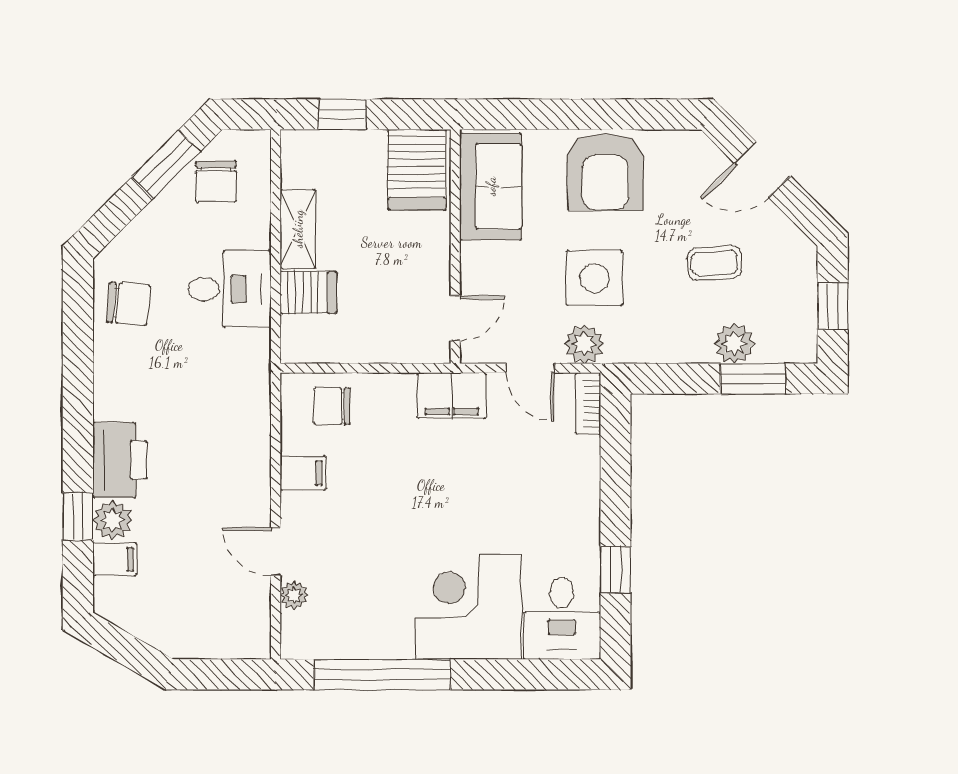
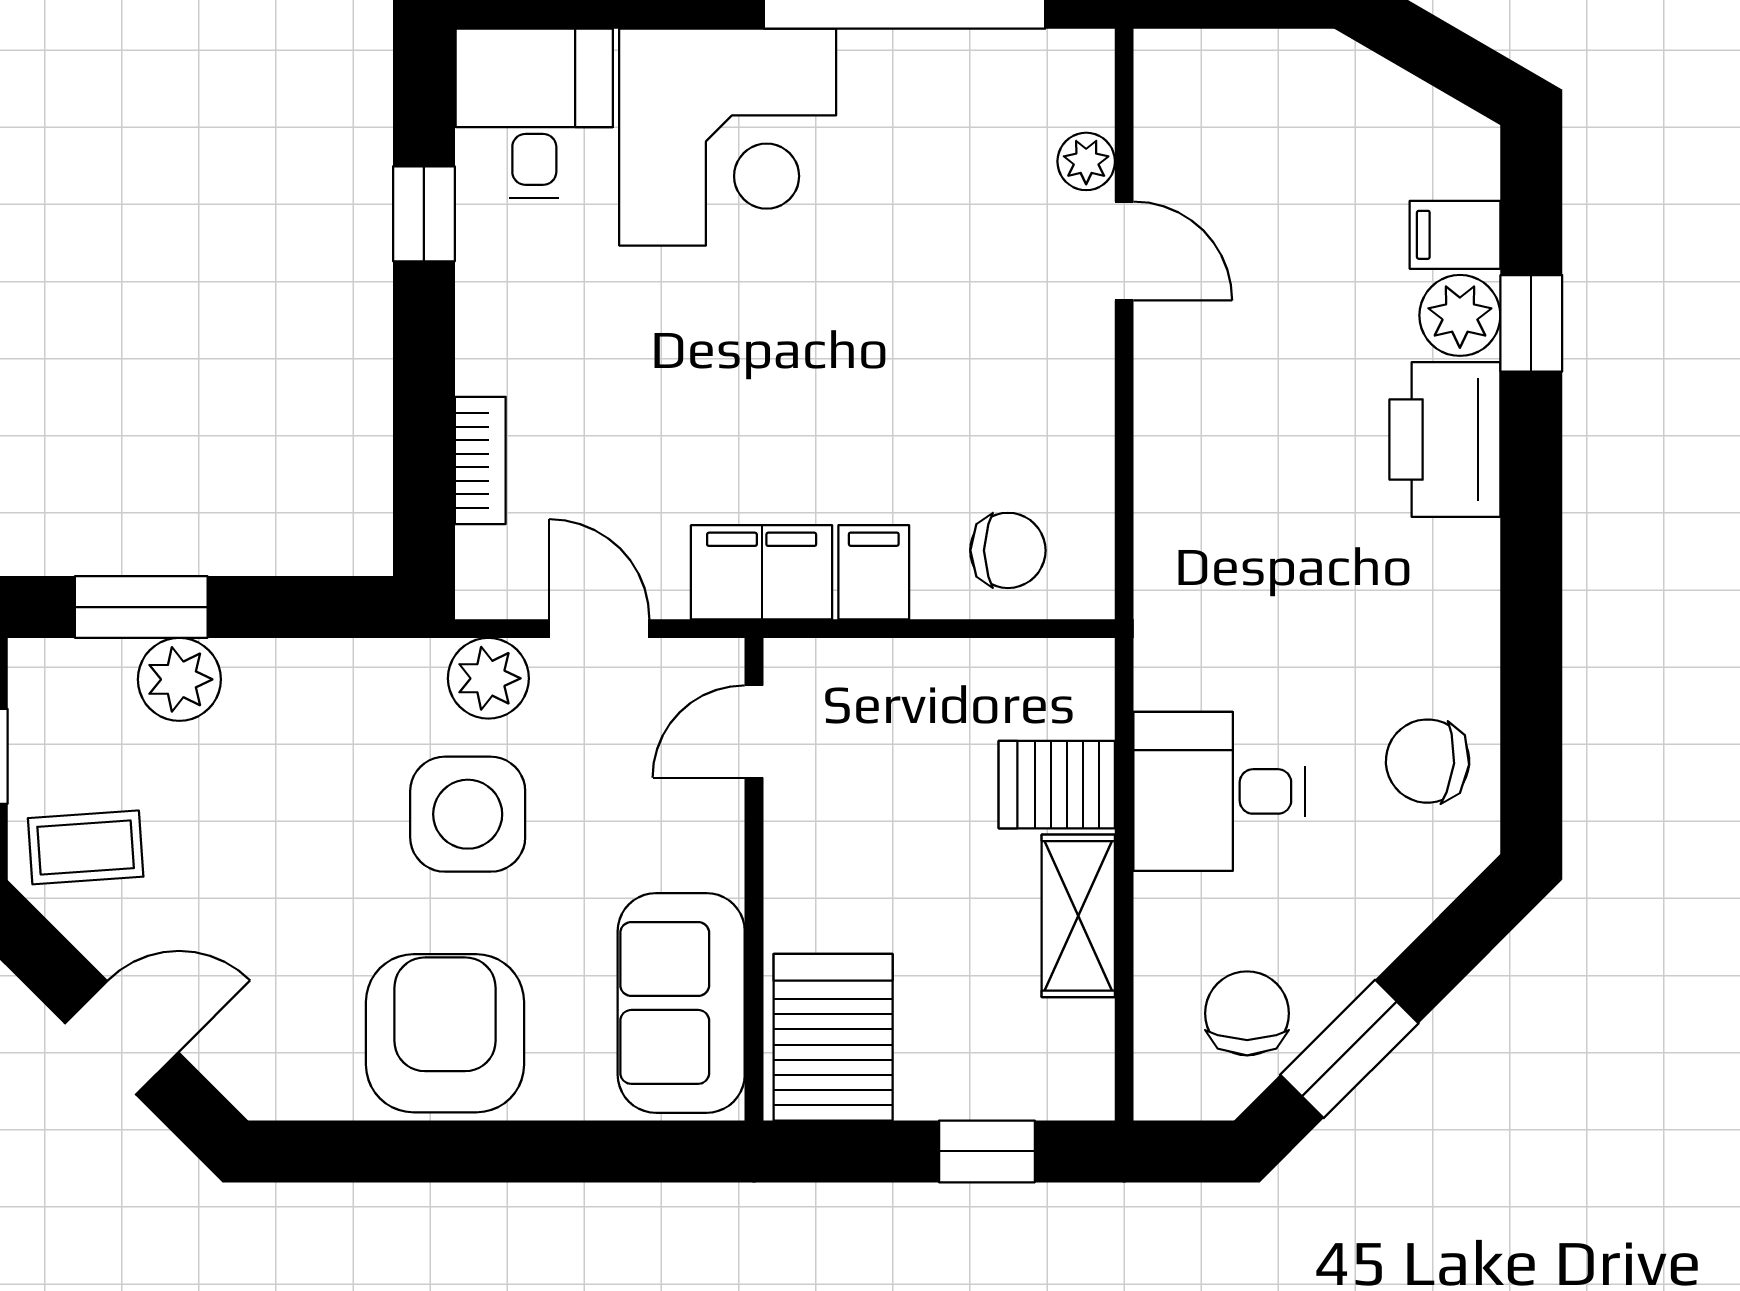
coffee table: (715, 263) -> (86, 847), moved
bookcase: (588, 404) -> (480, 460), moved
filing cabinet: (303, 473) -> (874, 572), moved, turned 90

